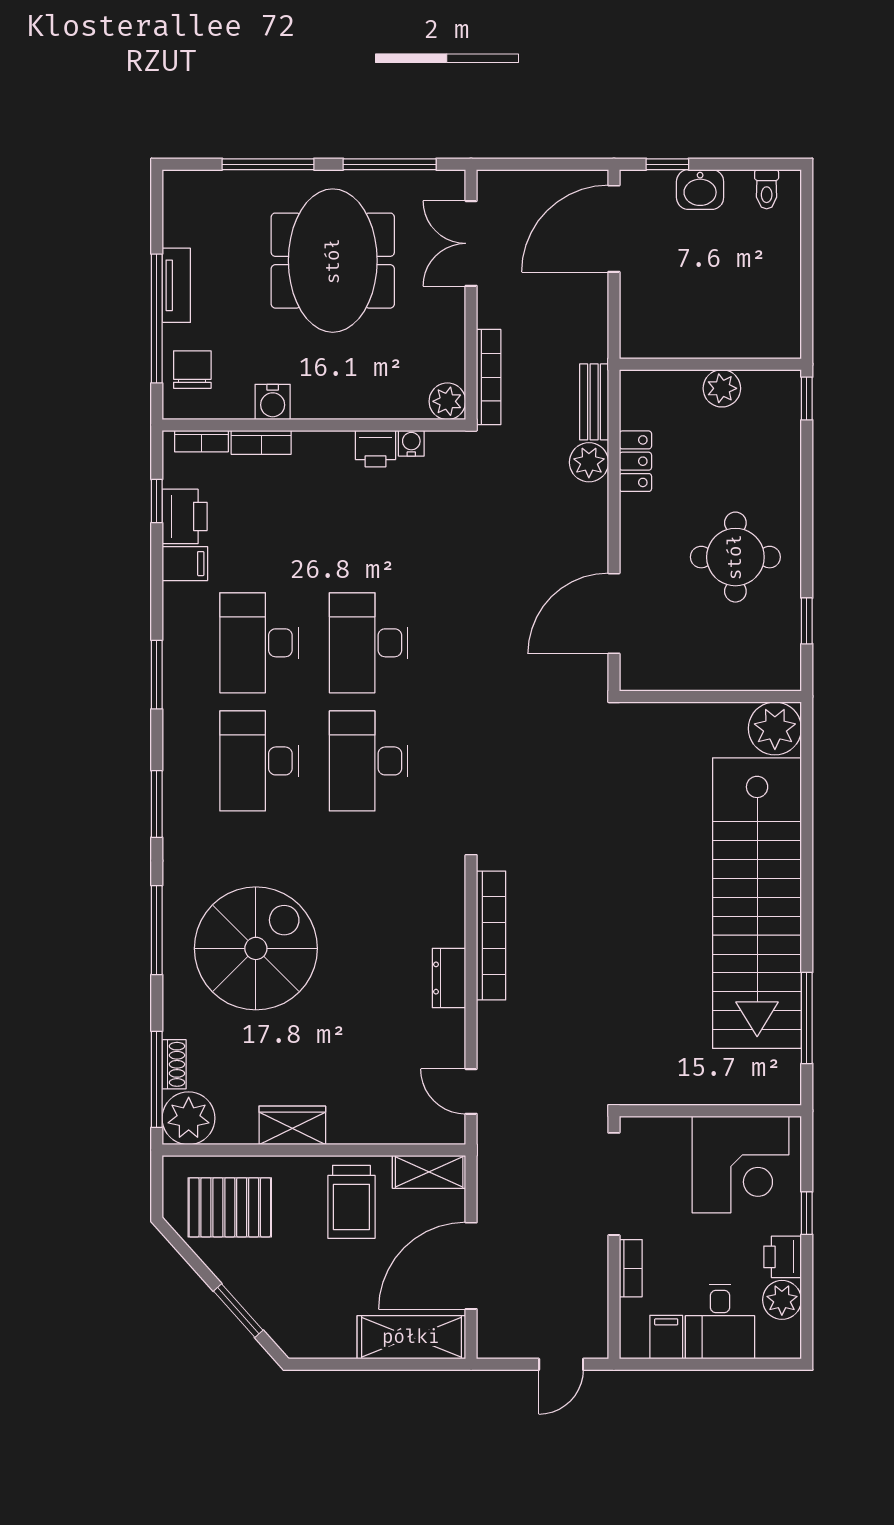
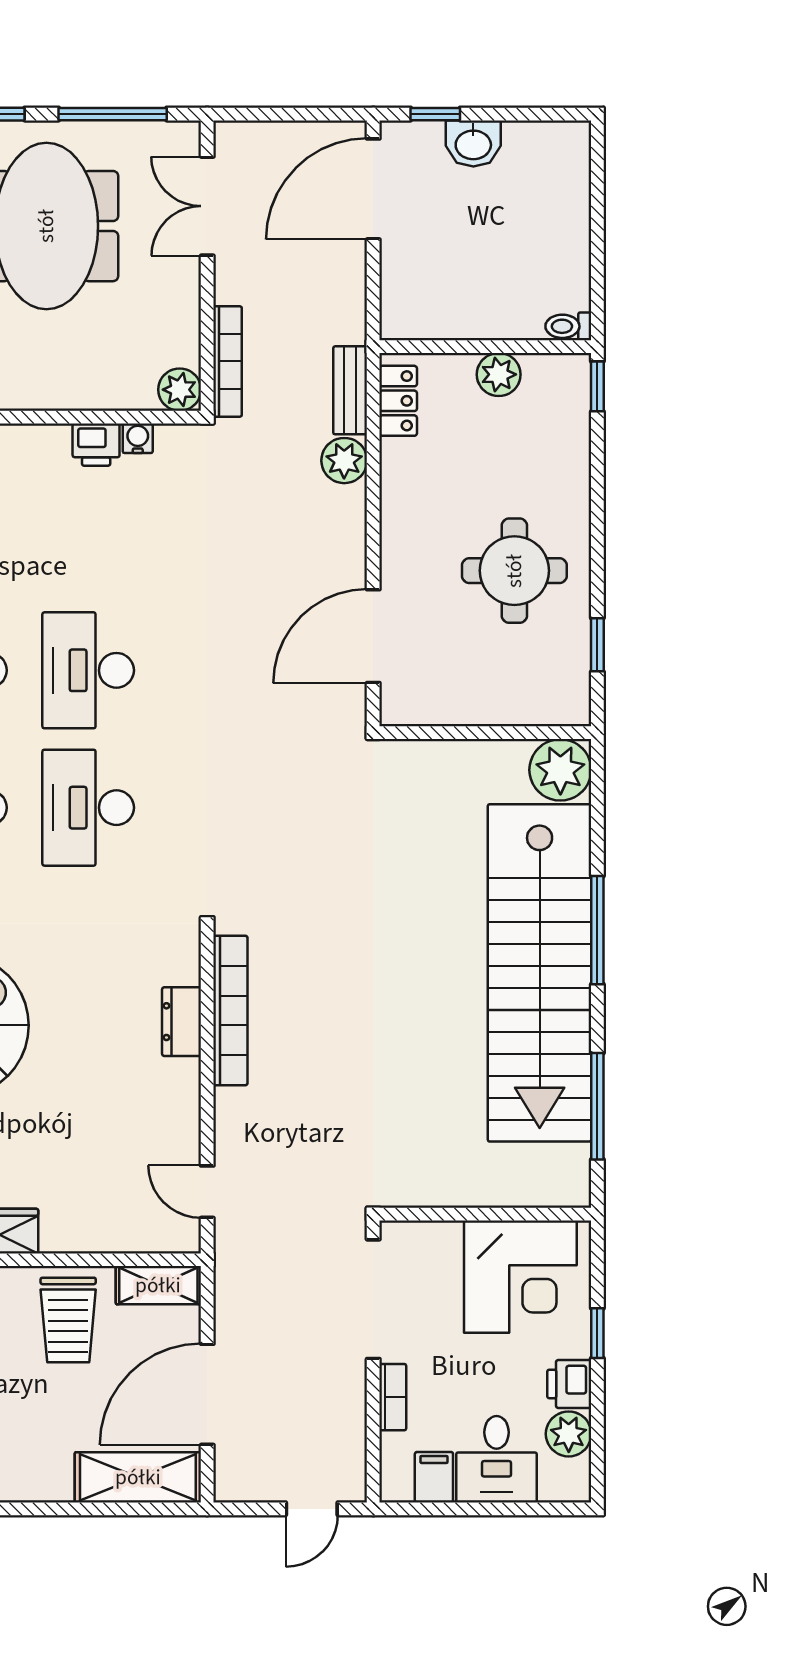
toilet: (767, 189) -> (568, 326), moved, turned 90
locker: (635, 461) -> (398, 401), moved
window: (807, 866) -> (597, 930), added
dresser: (449, 978) -> (182, 1022), moved

